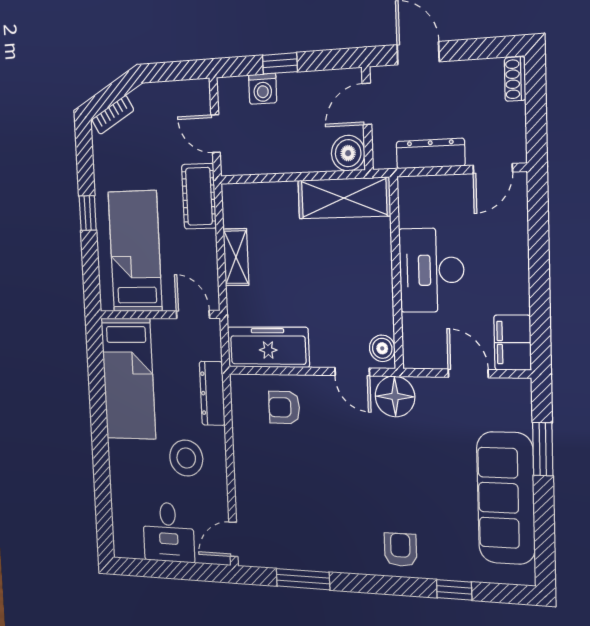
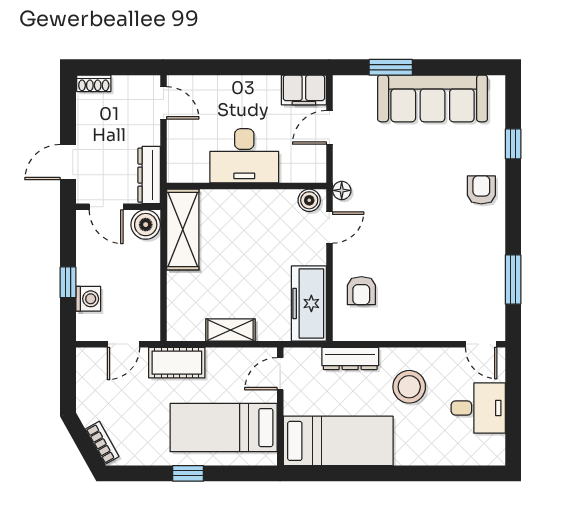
dresser: (431, 154) -> (149, 175), moved
floor lamp: (395, 396) -> (342, 190), width x0.53, depth x0.53
armchair: (400, 550) -> (481, 190), turned 90

